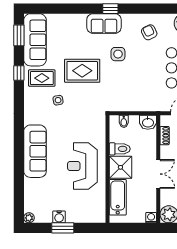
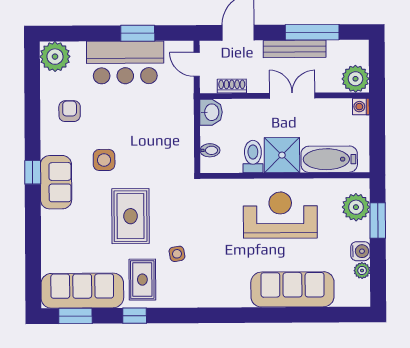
armchair: (149, 32) -> (70, 111), turned 116
sofa: (35, 151) -> (292, 289), moved
reception desk: (82, 166) -> (280, 215), turned 180
plant: (87, 214) -> (356, 207), added
plant: (29, 218) -> (362, 270), moved
window: (63, 228) -> (378, 220), moved

